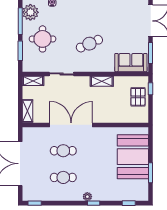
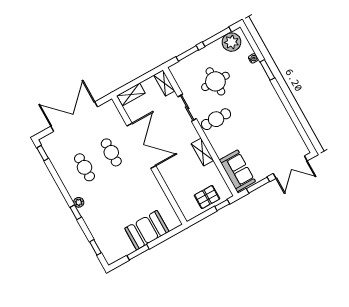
round table: (43, 39) -> (215, 81), moved
cafe table: (89, 44) -> (216, 119), moved, turned -66
booth: (133, 157) -> (147, 230), width x0.73, depth x0.70

